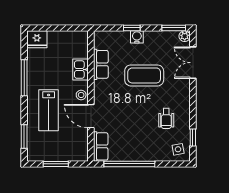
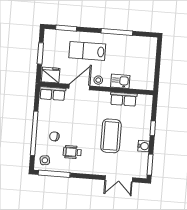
plant: (185, 36) -> (142, 173), removed
water cooler: (137, 37) -> (144, 146), moved
fridge: (37, 39) -> (51, 75), moved, turned 90
double door: (193, 63) -> (119, 179), swing flipped
window: (193, 137) -> (54, 174), width x2.17
chair: (150, 140) -> (54, 136), added
window: (129, 164) -> (34, 133), moved

